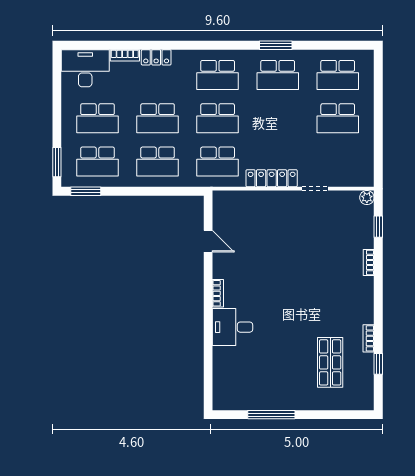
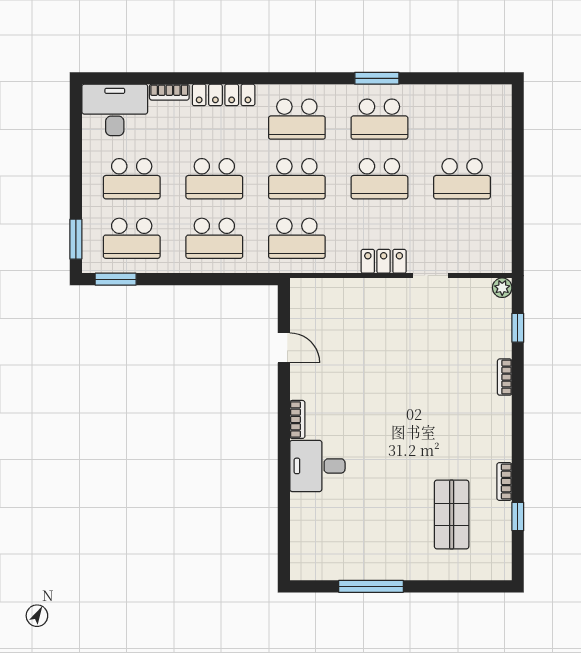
locker: (156, 57) -> (224, 95), width x1.53
school desk: (338, 75) -> (379, 179), moved
locker: (272, 178) -> (384, 261), width x0.66

